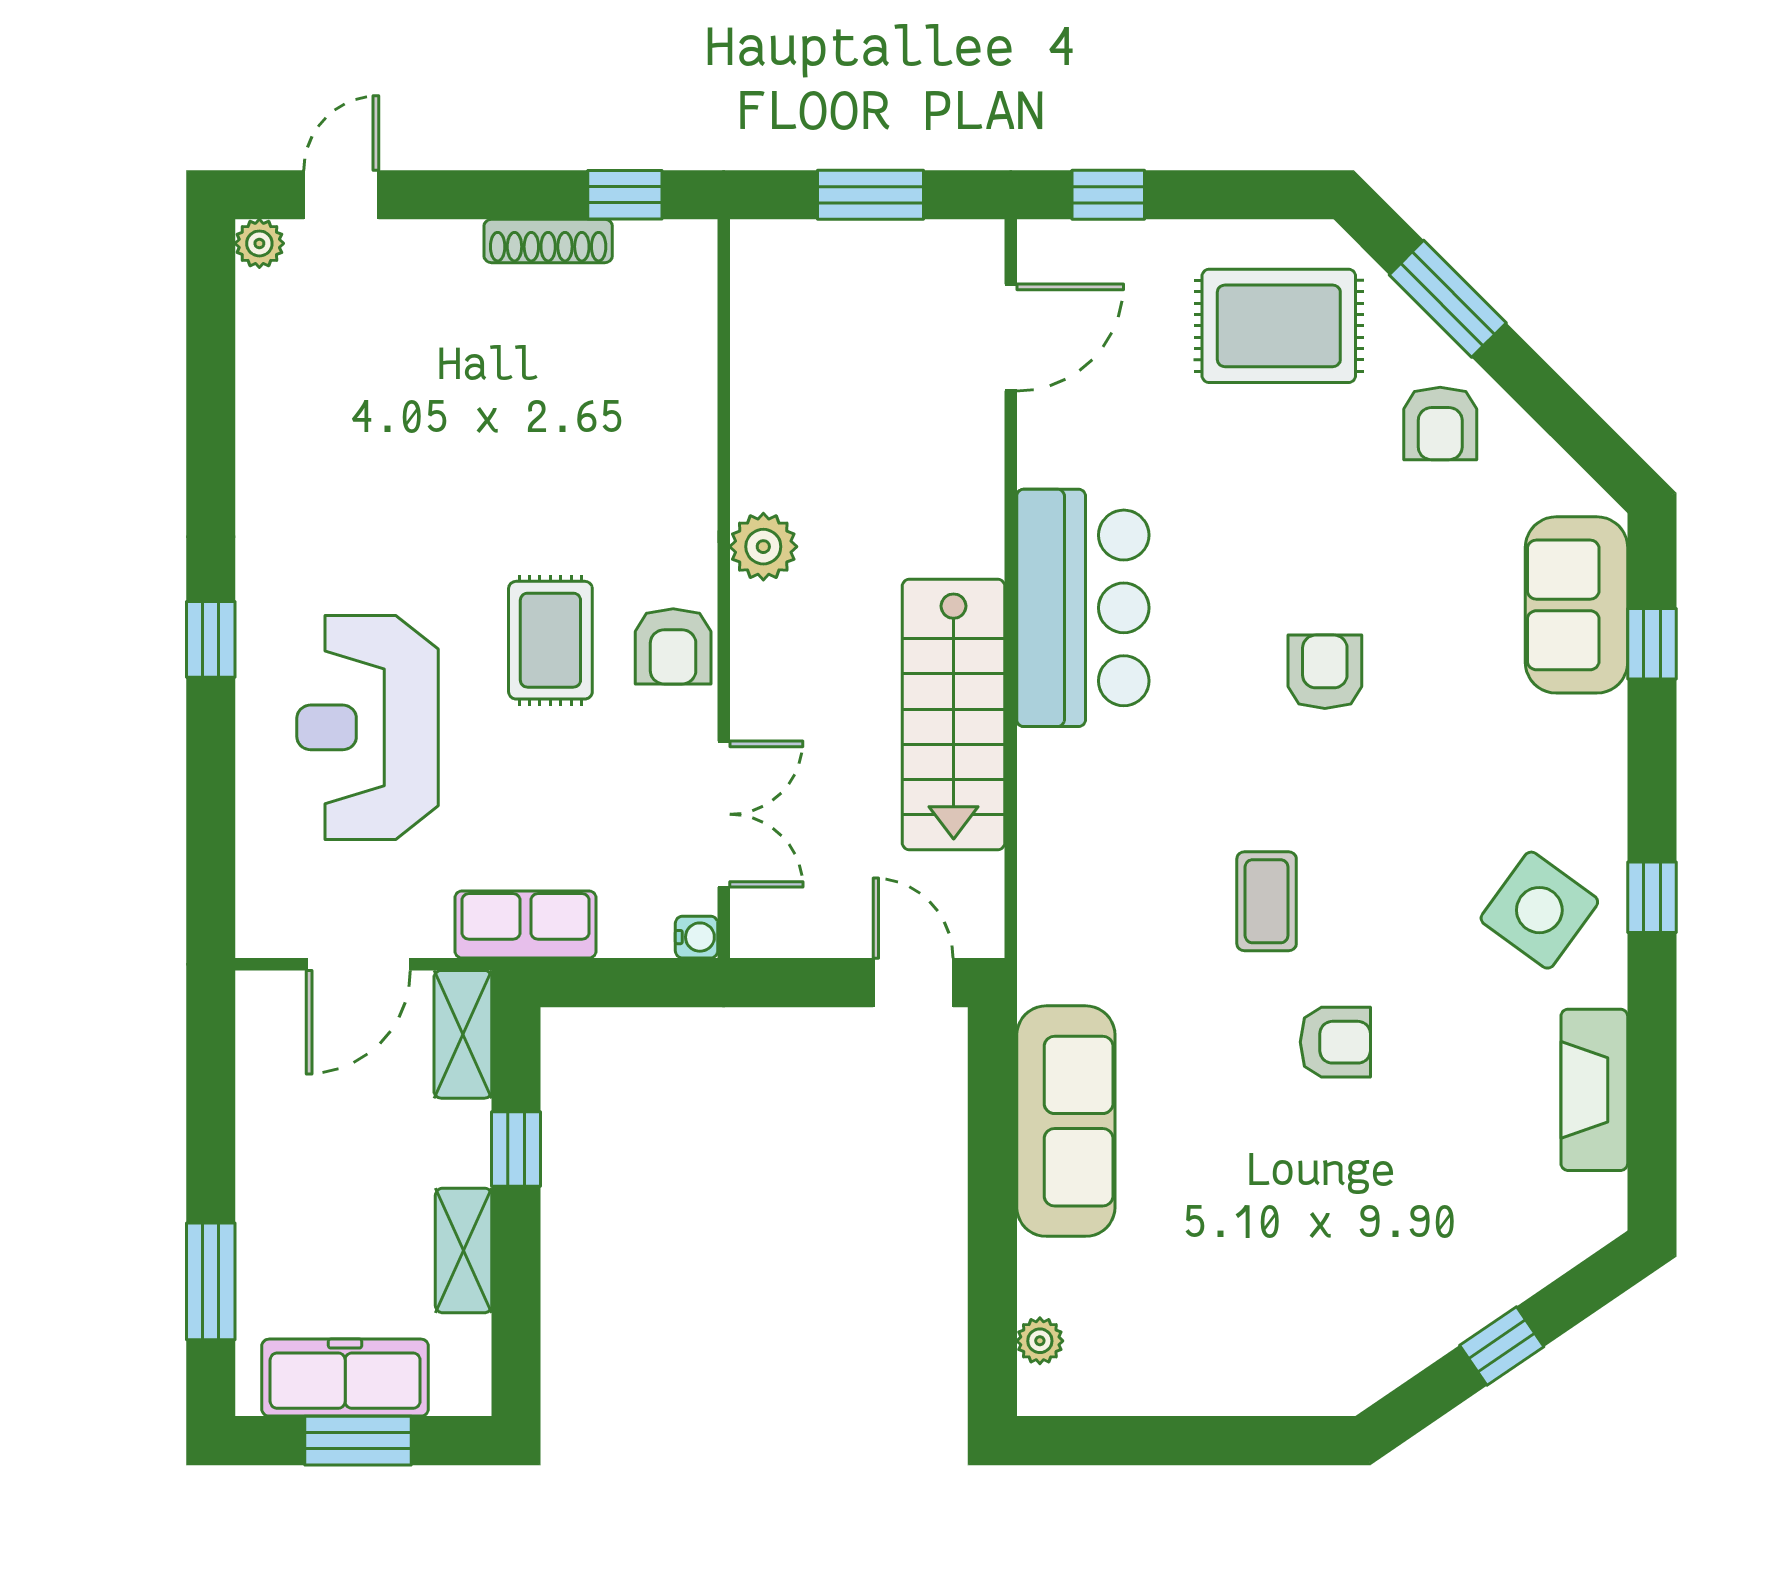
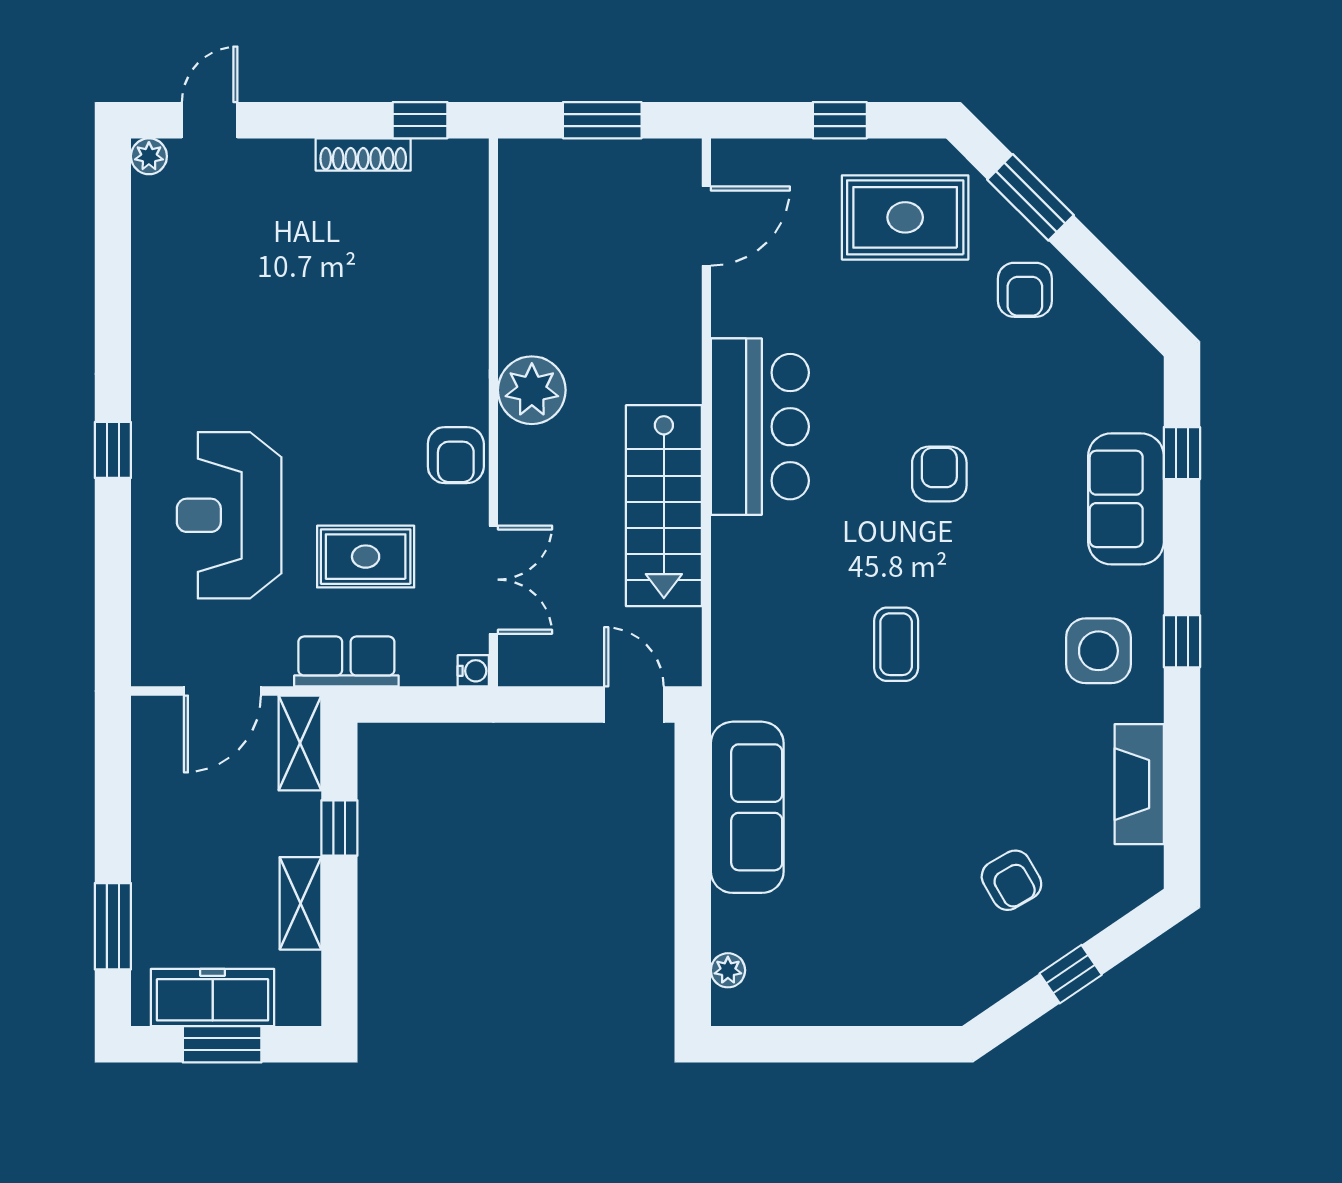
window: (1108, 195) -> (840, 120), moved
plant: (763, 547) -> (532, 390), width x1.36, depth x1.36
sofa: (1576, 605) -> (1126, 499), moved
rug: (550, 640) -> (366, 557), moved, turned 90
side table: (1539, 910) -> (1098, 651), turned -36
armchair: (1335, 1042) -> (1011, 880), moved, turned 60

